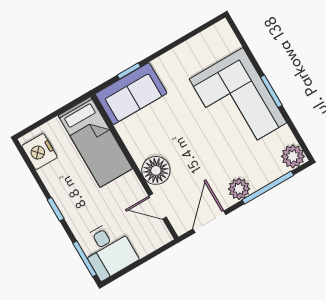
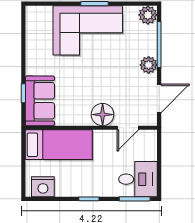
door: (209, 222) -> (159, 98), swing flipped

